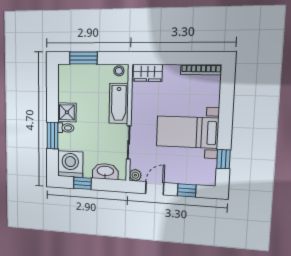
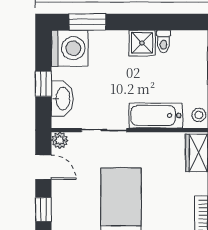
toilet: (66, 128) -> (164, 41), moved
window: (52, 136) -> (87, 22), moved
window: (82, 183) -> (43, 84), moved

